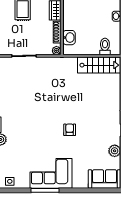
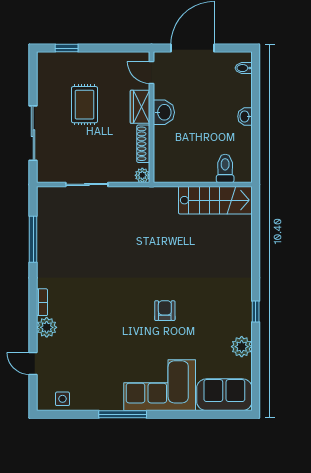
washbasin: (69, 38) -> (164, 112), moved
corner sofa: (51, 173) -> (160, 385), moved

